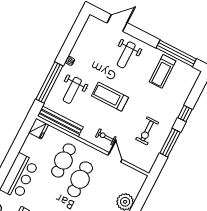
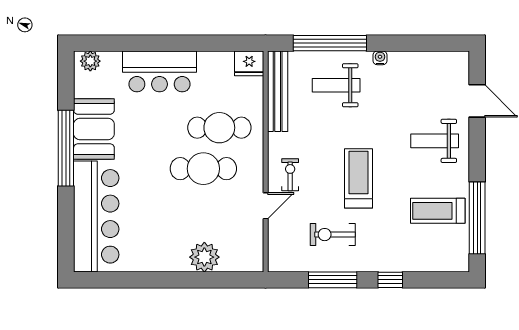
treadmill: (110, 97) -> (358, 178), moved

